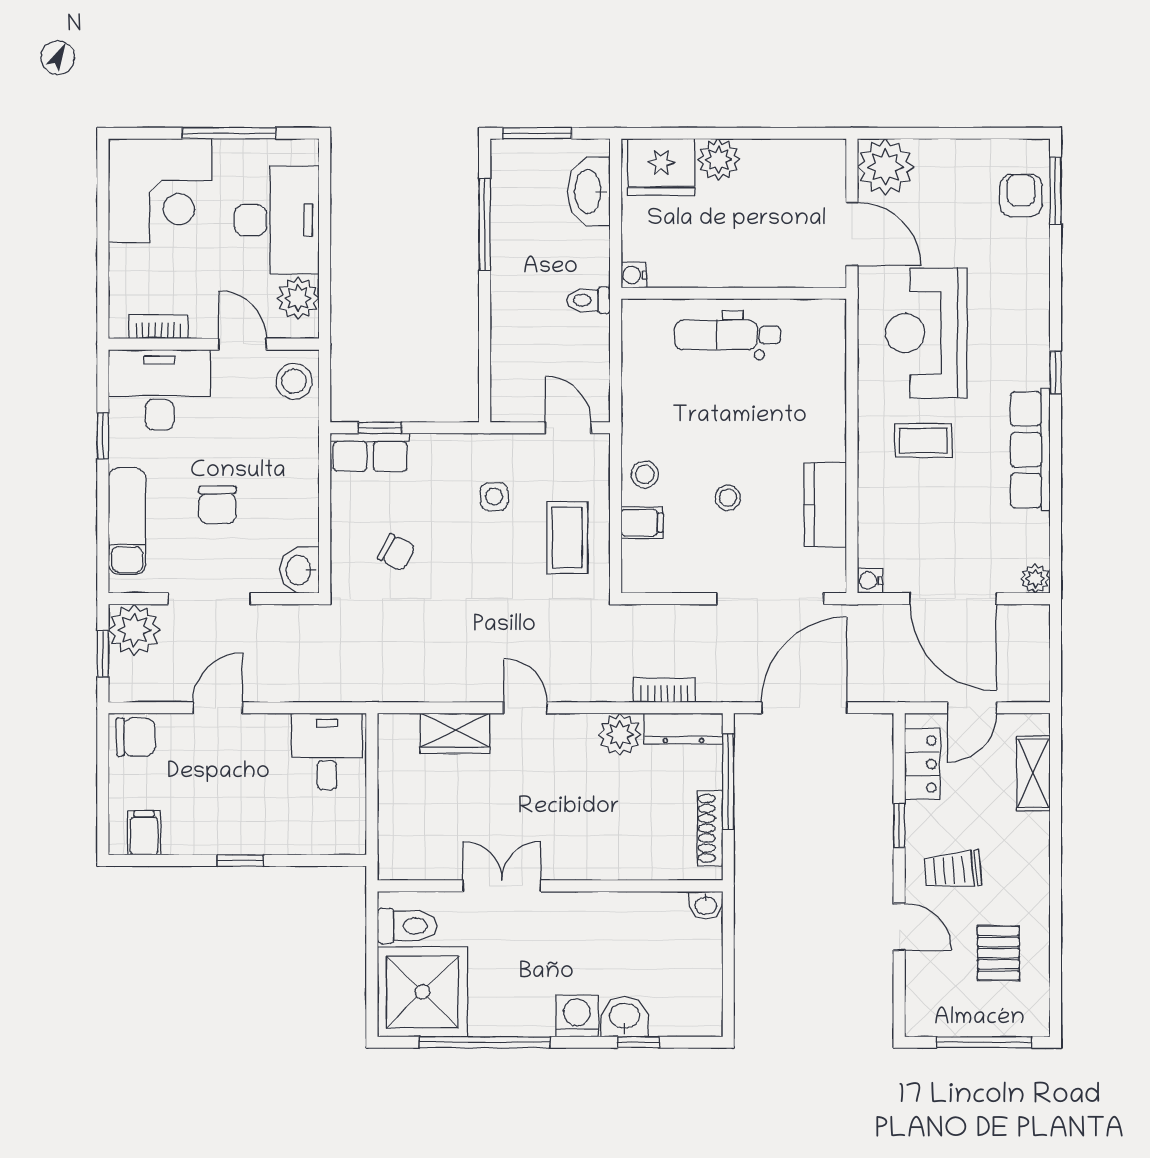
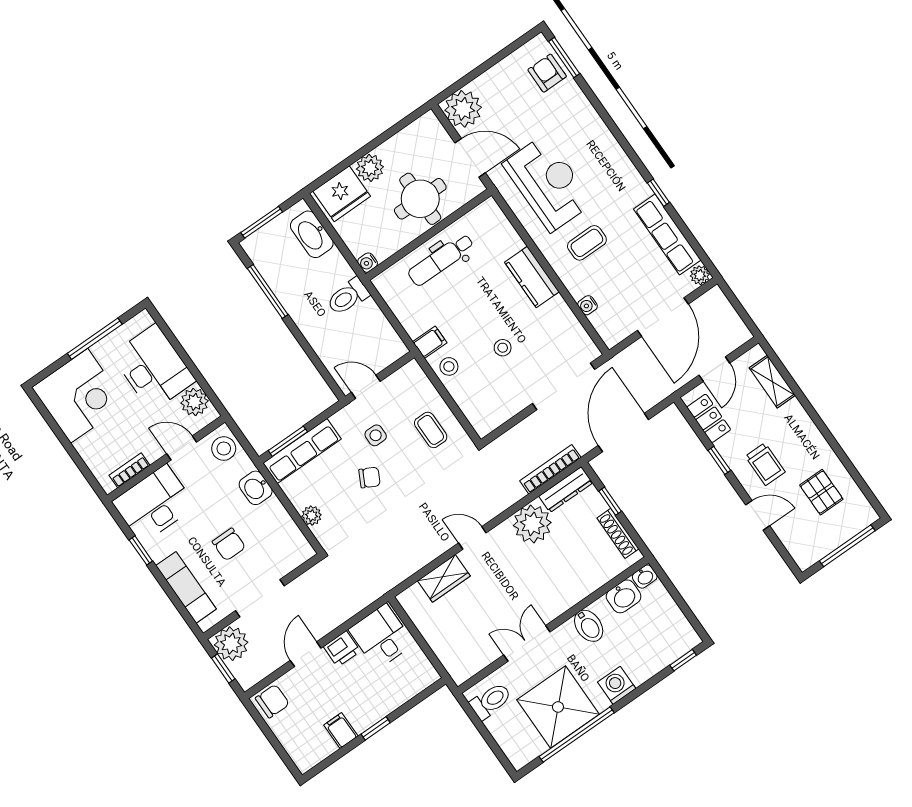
round table: (754, 241) -> (420, 199), added
toilet: (588, 300) -> (348, 297), width x1.37, depth x1.39
reception desk: (926, 333) -> (548, 183), turned 180
window: (1056, 372) -> (658, 193), moved
window: (380, 428) -> (288, 441), width x1.50
door: (568, 428) -> (366, 387), moved
row of seats: (1030, 450) -> (667, 234), moved
row of seats: (370, 452) -> (302, 451), width x1.48
kitchen counter: (825, 505) -> (532, 277), moved
filing cabinet: (642, 523) -> (430, 342), moved
coffee table: (567, 538) -> (431, 430), width x0.73, depth x0.77
plant: (345, 541) -> (312, 516), added
chair: (396, 552) -> (370, 477), moved
washbasin: (300, 570) -> (256, 488), moved
water cooler: (870, 581) -> (587, 305), moved
door: (953, 599) -> (663, 317), hinge flipped
bookcase: (664, 690) -> (550, 469), width x1.56
printer: (267, 733) -> (342, 649), added
plant: (620, 735) -> (532, 524), width x1.36, depth x1.36
window: (728, 781) -> (610, 501), width x0.46
filing cabinet: (144, 833) -> (341, 731), moved
trolley: (953, 870) -> (765, 464), turned -85
bidet: (594, 917) -> (589, 626), added
shower: (422, 992) -> (558, 707), moved
washbasin: (624, 1017) -> (624, 596), moved, turned 180
window: (638, 1042) -> (683, 660), moved

